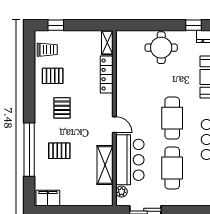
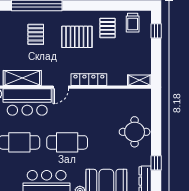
locker: (107, 75) -> (89, 80), moved
pallet: (62, 108) -> (77, 37), width x1.50, depth x1.42

